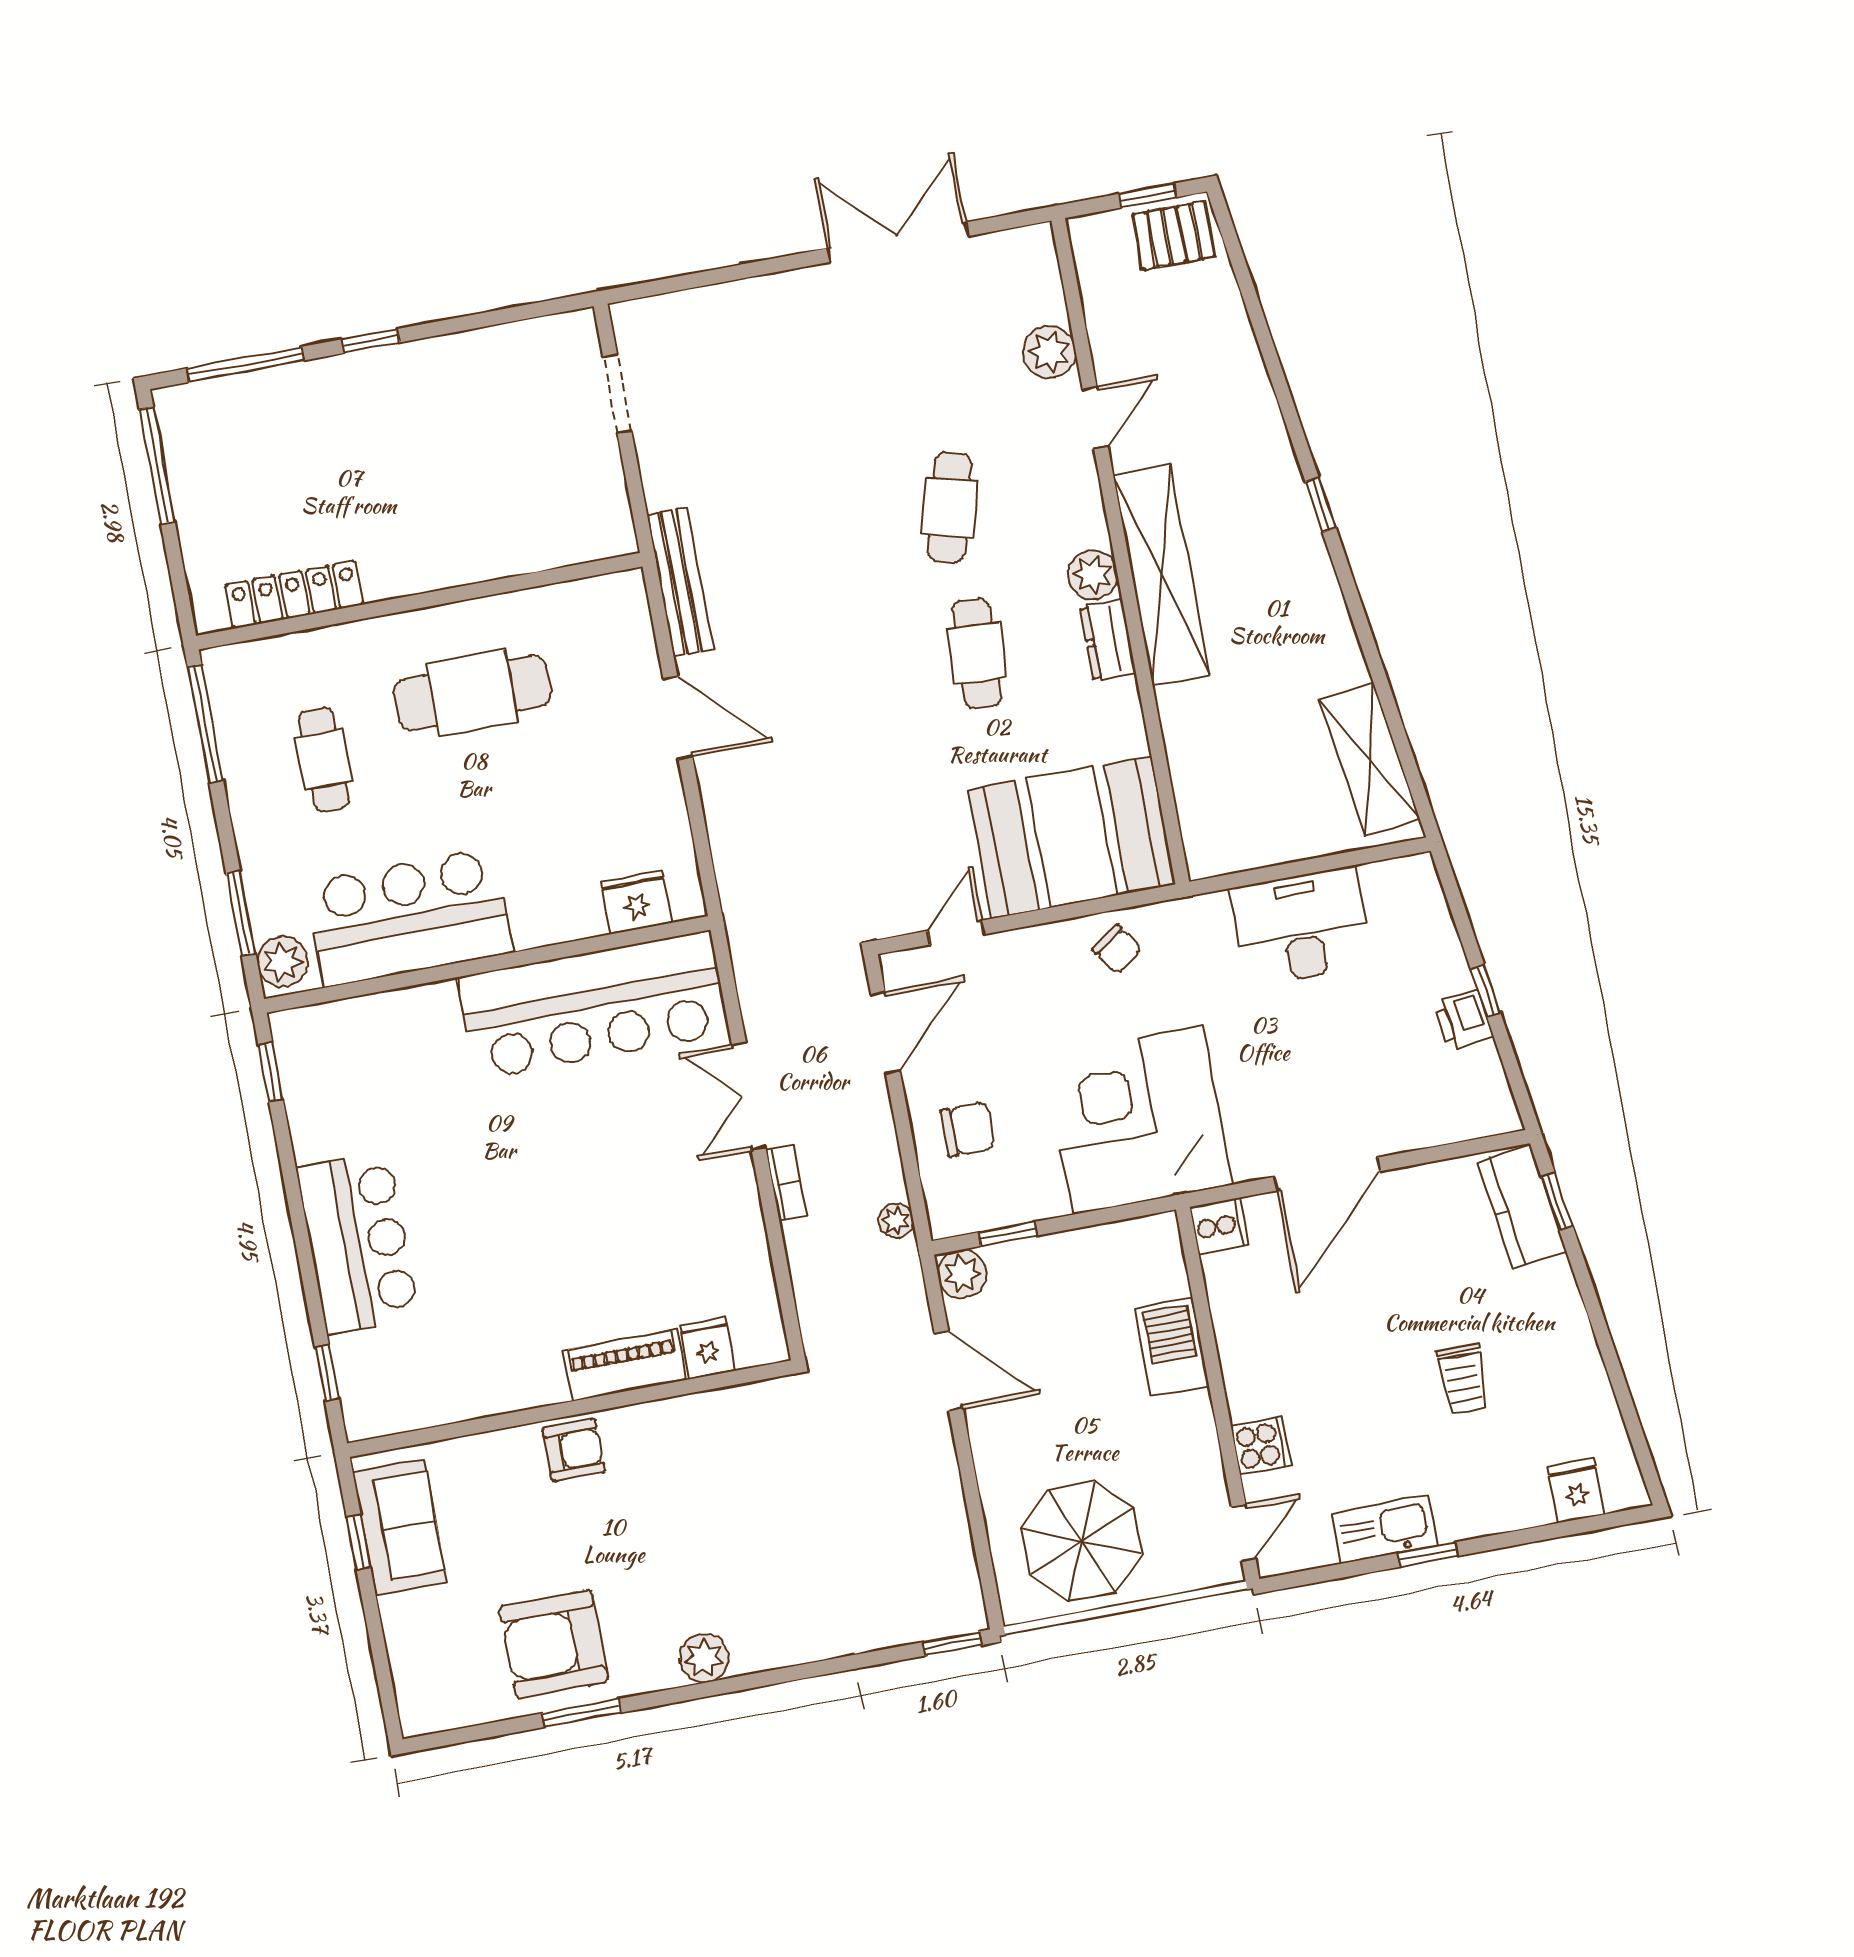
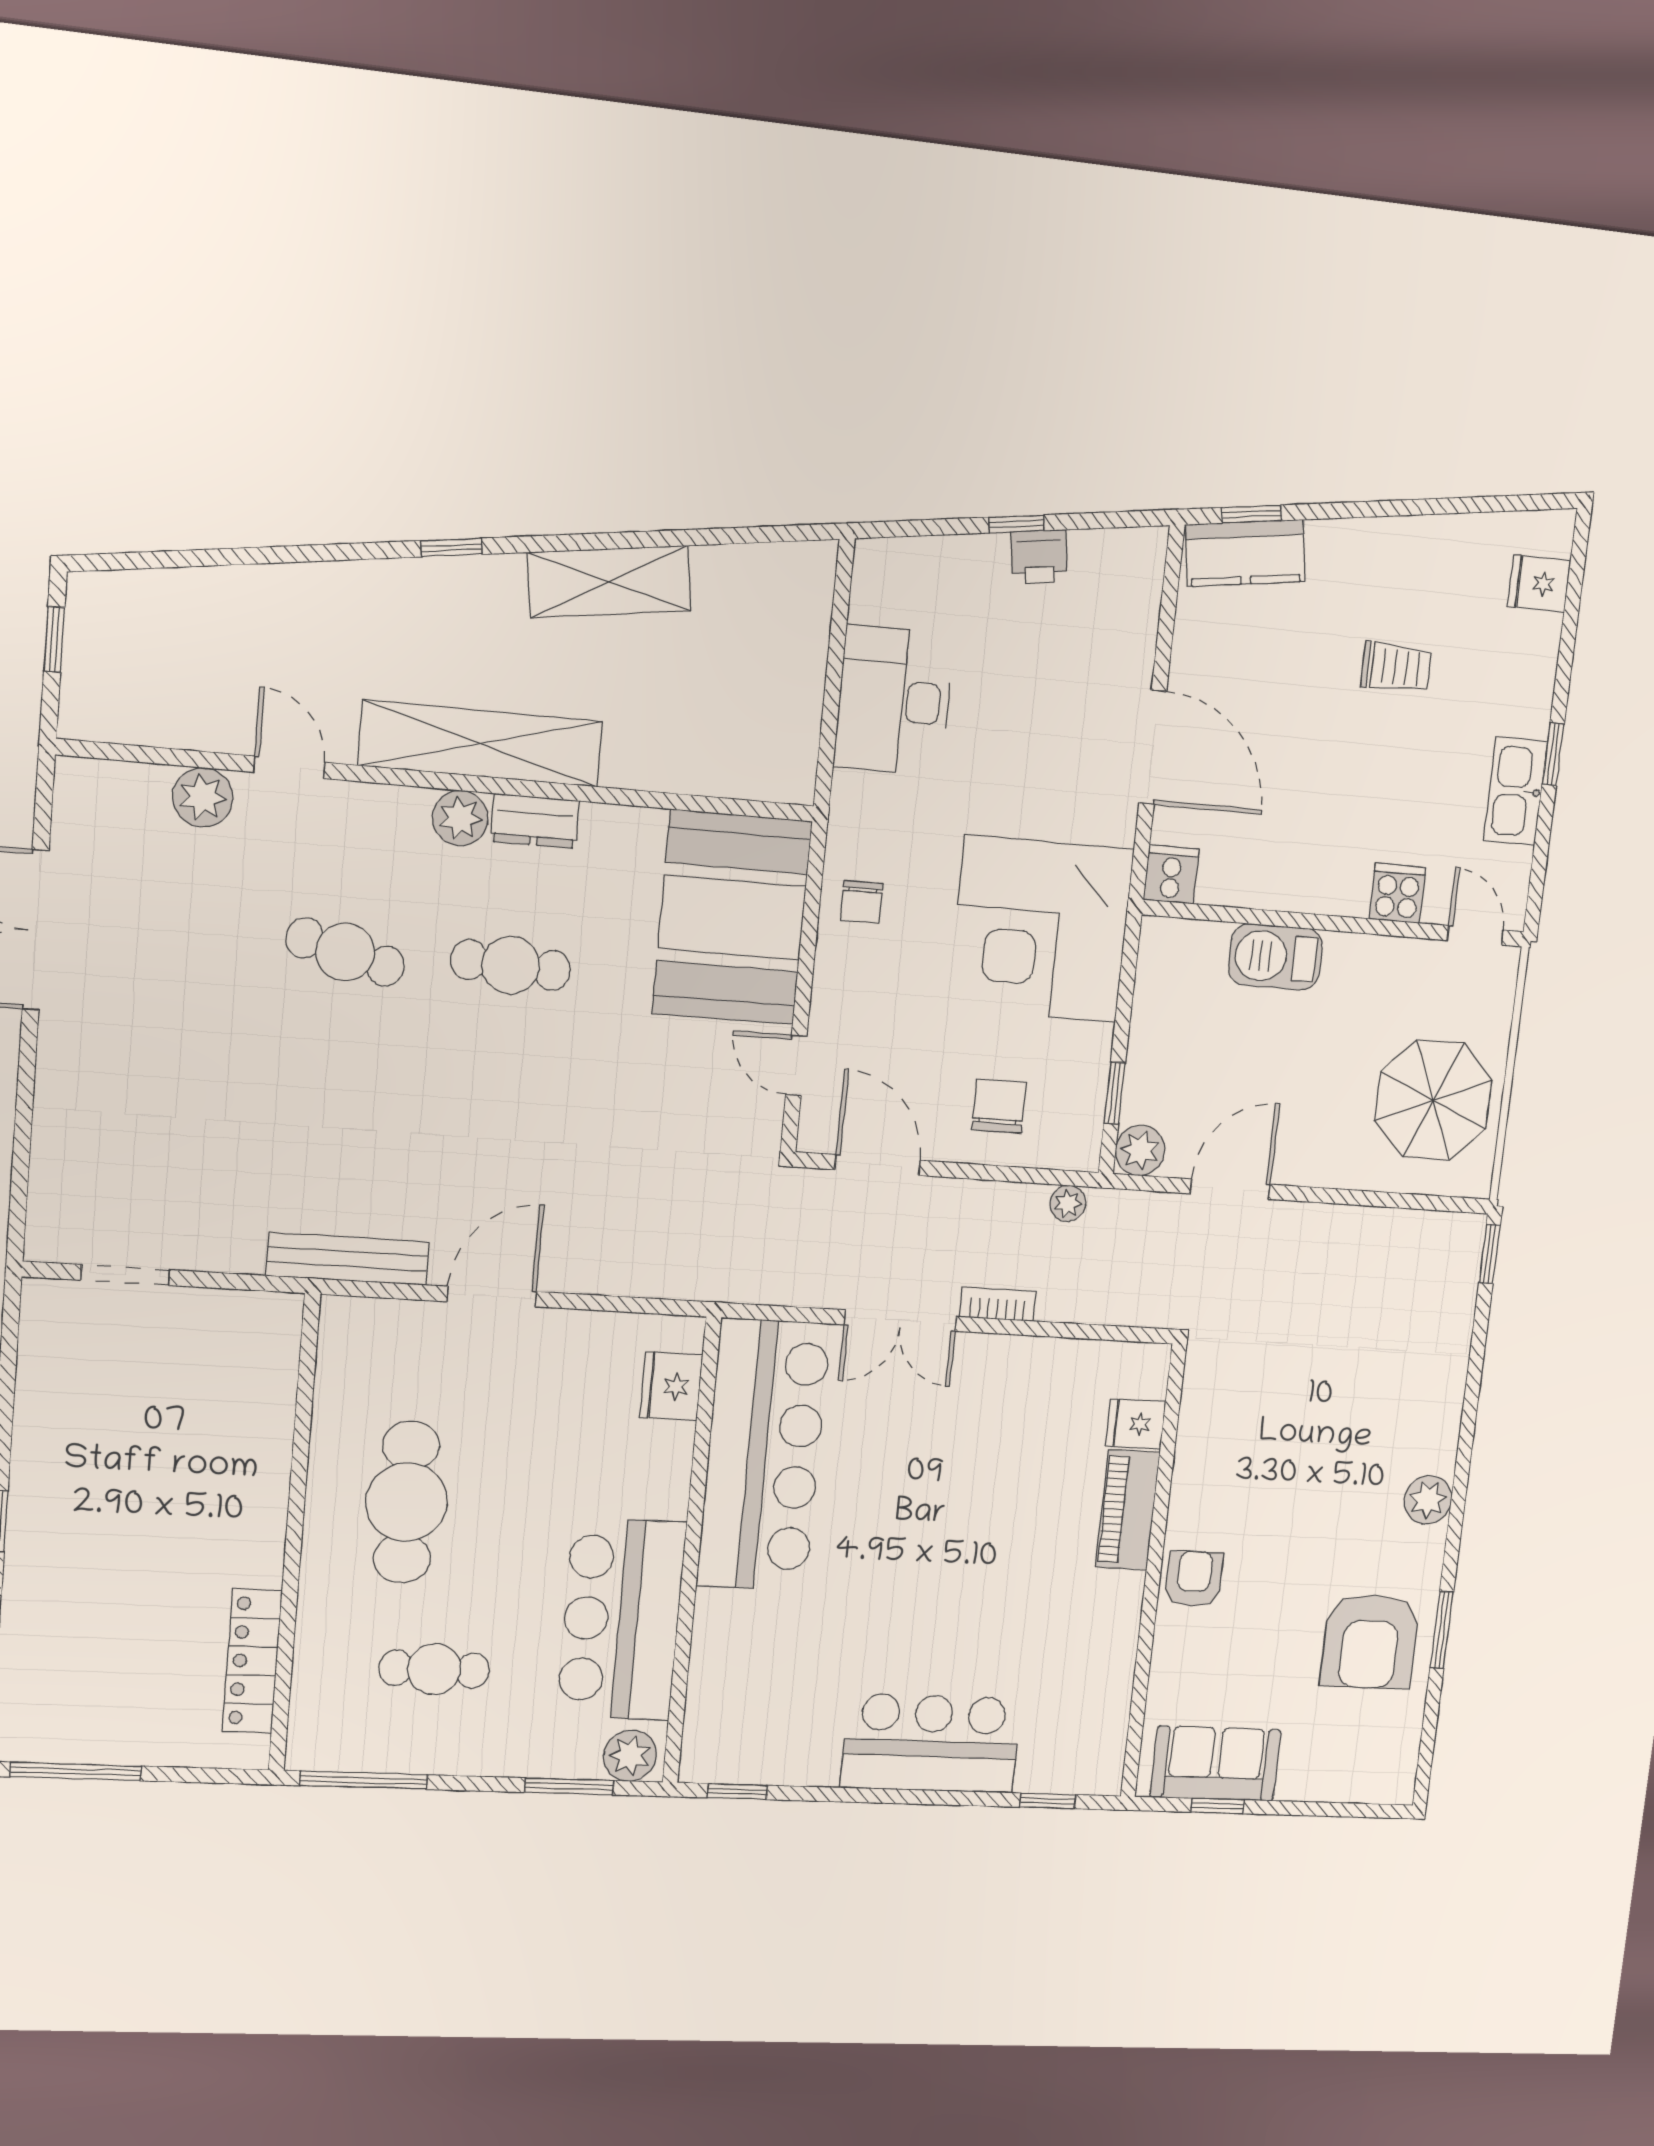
pallet: (1174, 235) -> (107, 623), removed
shelving: (1369, 759) -> (609, 582), moved
chair: (1117, 949) -> (862, 902), turned 125

